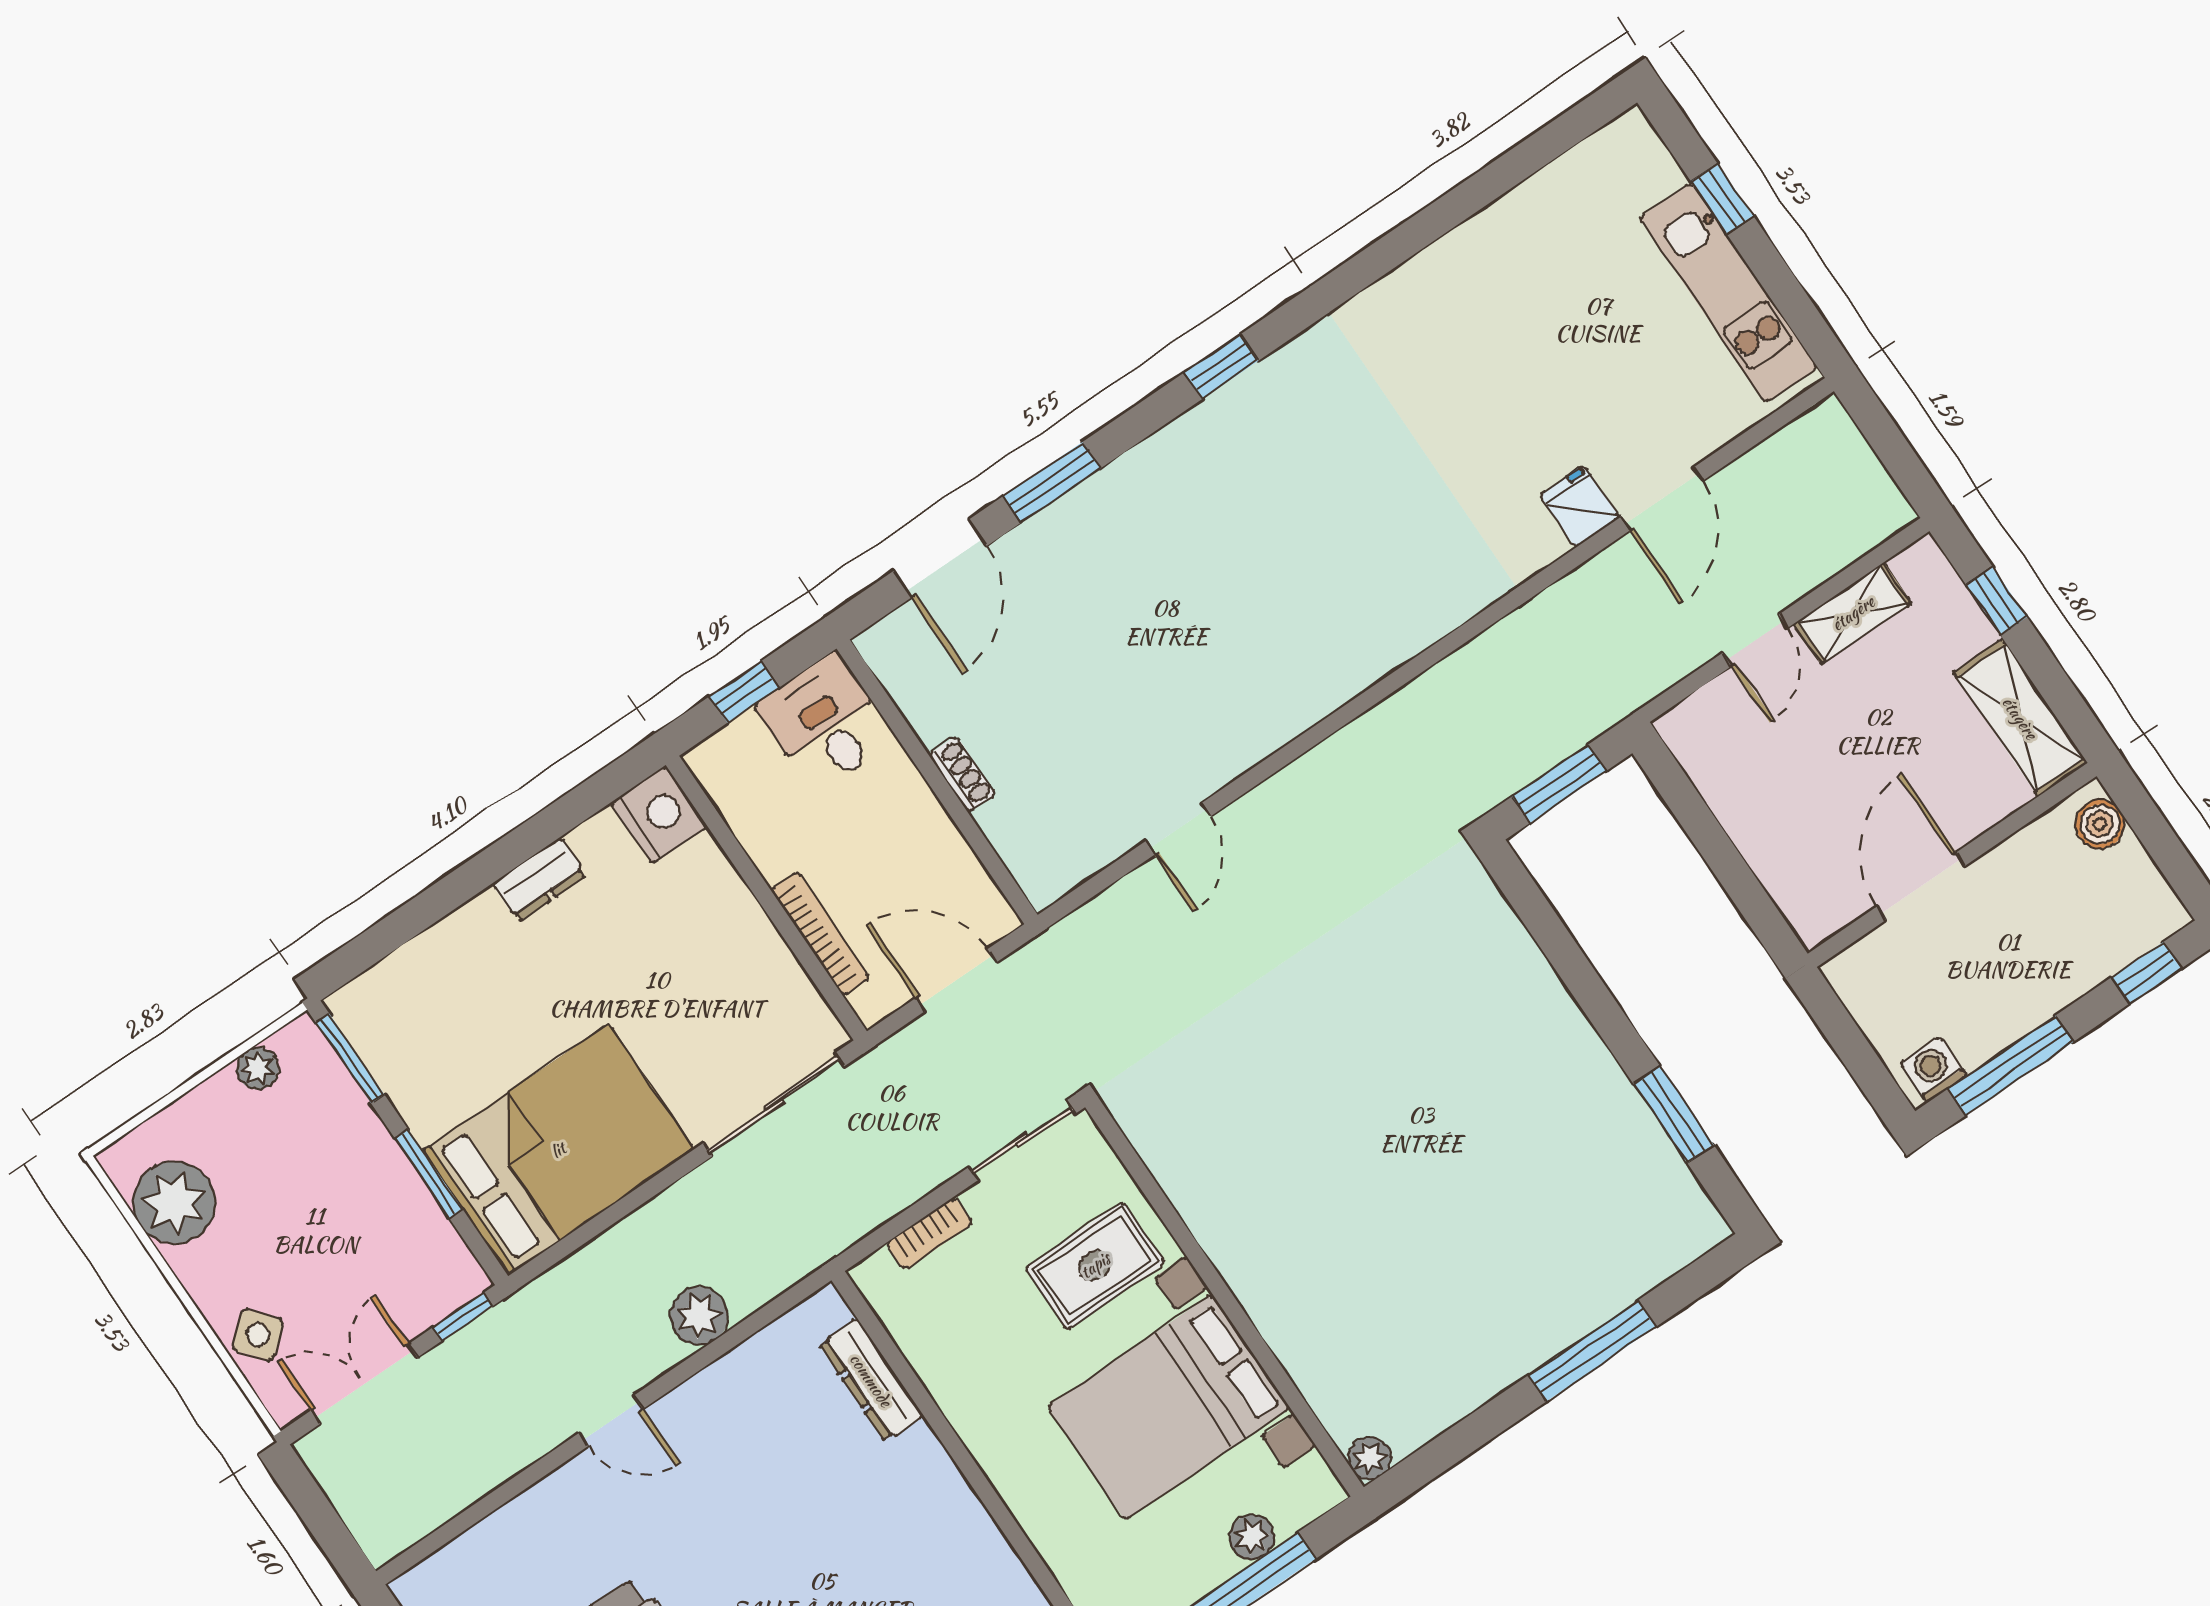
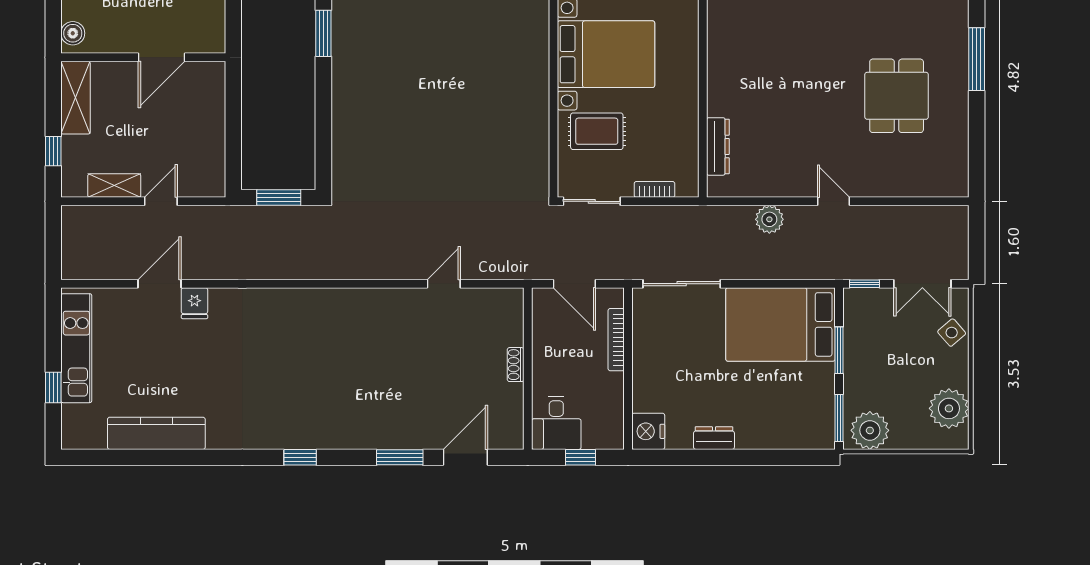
kitchen counter: (1494, 241) -> (156, 433), added
plant: (258, 1068) -> (870, 430), width x1.87, depth x1.87

